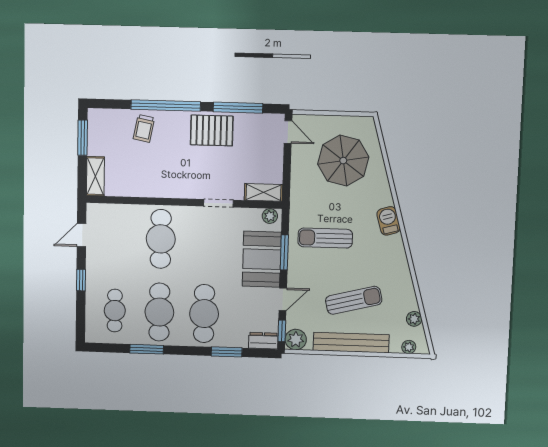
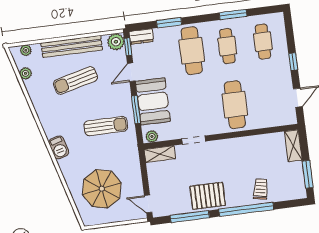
cafe table: (159, 312) -> (227, 46), width x0.73, depth x0.74

